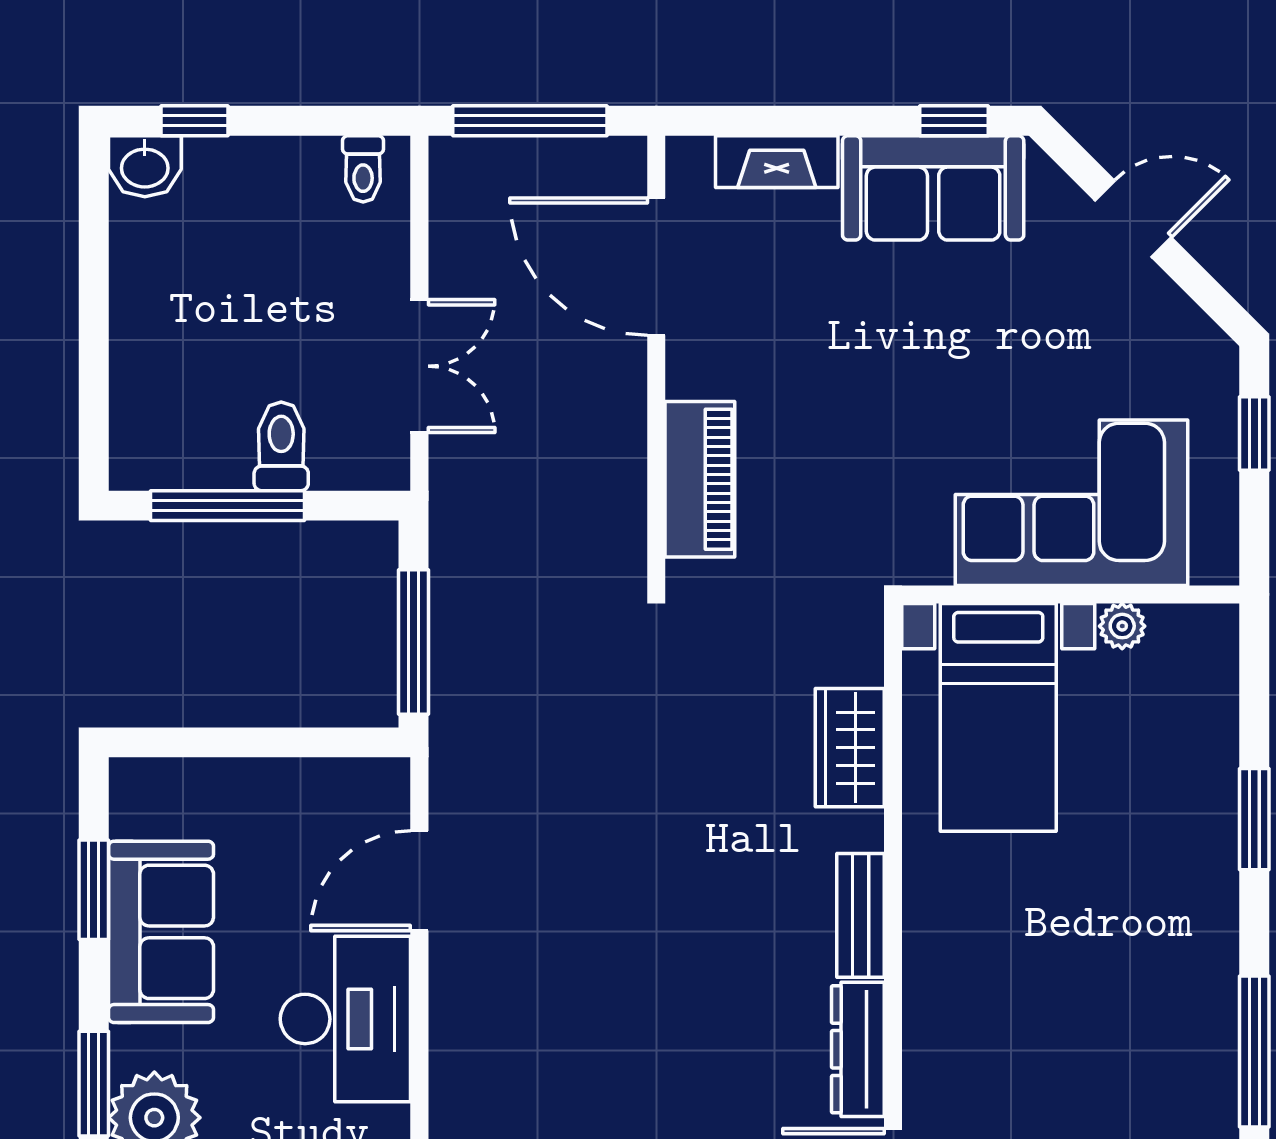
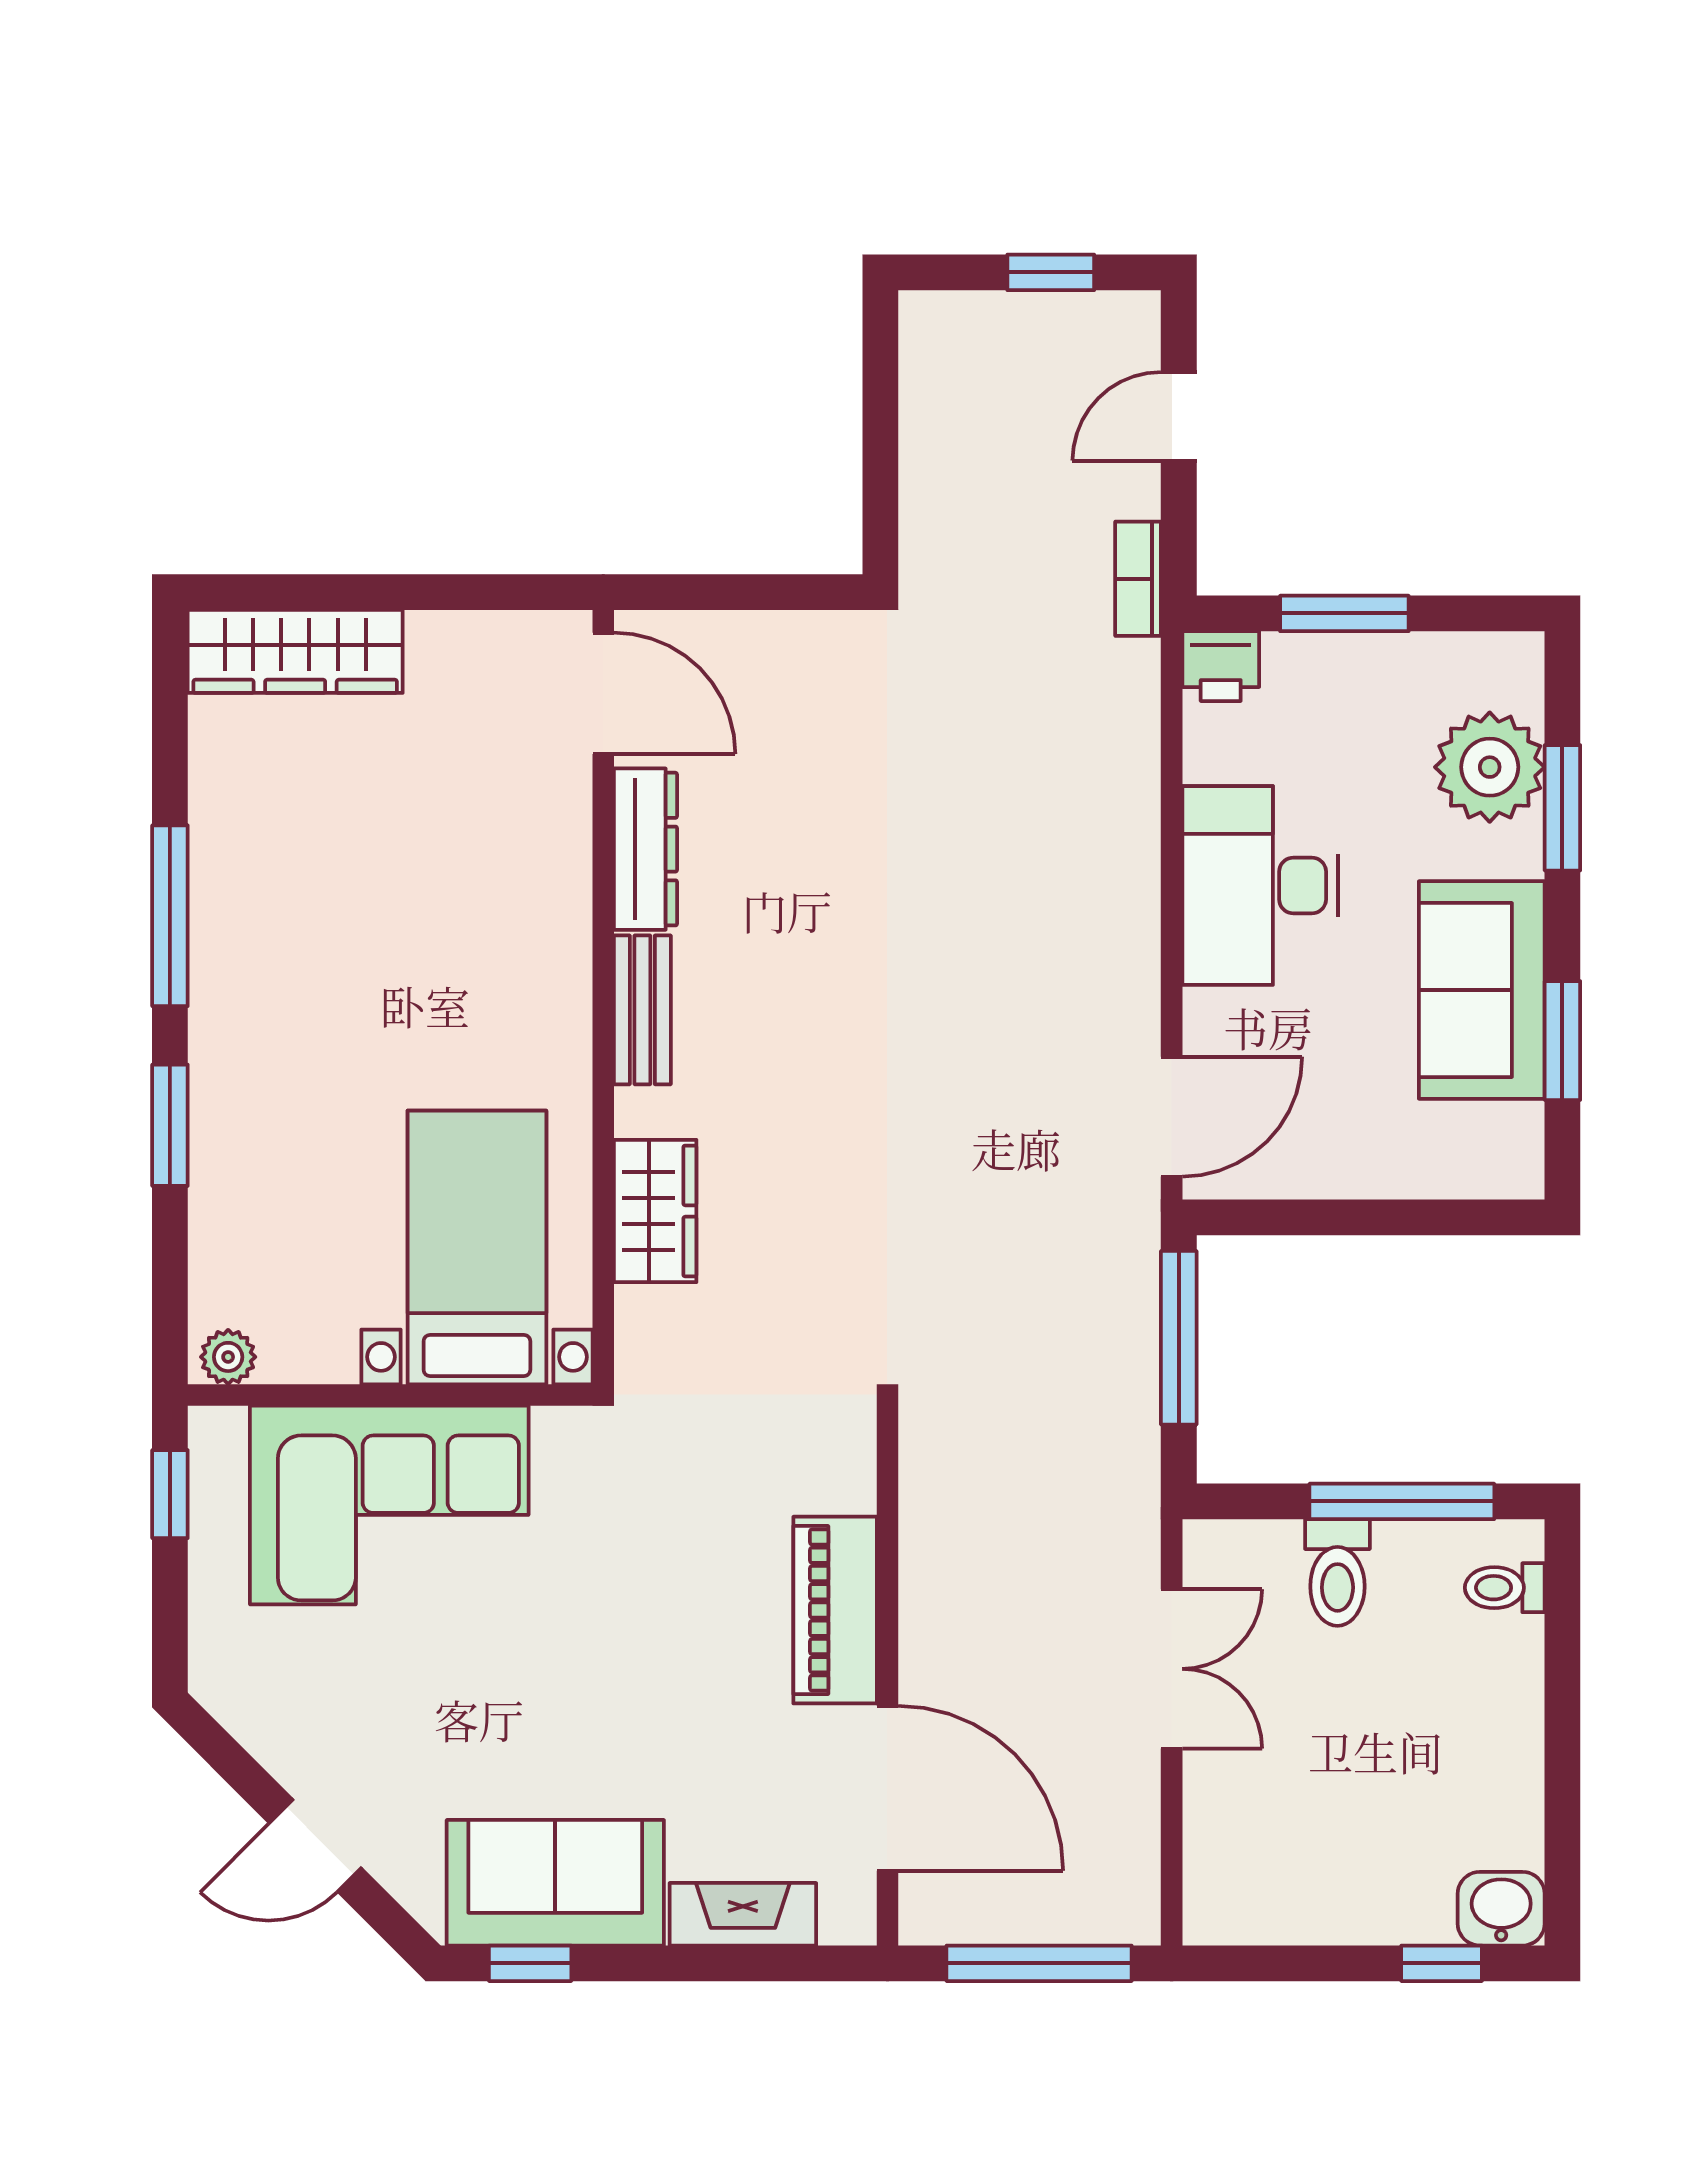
toilet: (363, 169) -> (1505, 1588), moved, turned -90
double door: (419, 366) -> (1172, 1669), swing flipped
window: (1254, 433) -> (170, 1494), moved
piano: (700, 479) -> (835, 1610), moved
plant: (1122, 626) -> (228, 1357), moved
door: (419, 881) -> (1172, 1117), moved
window: (1254, 1052) -> (170, 916), moved

